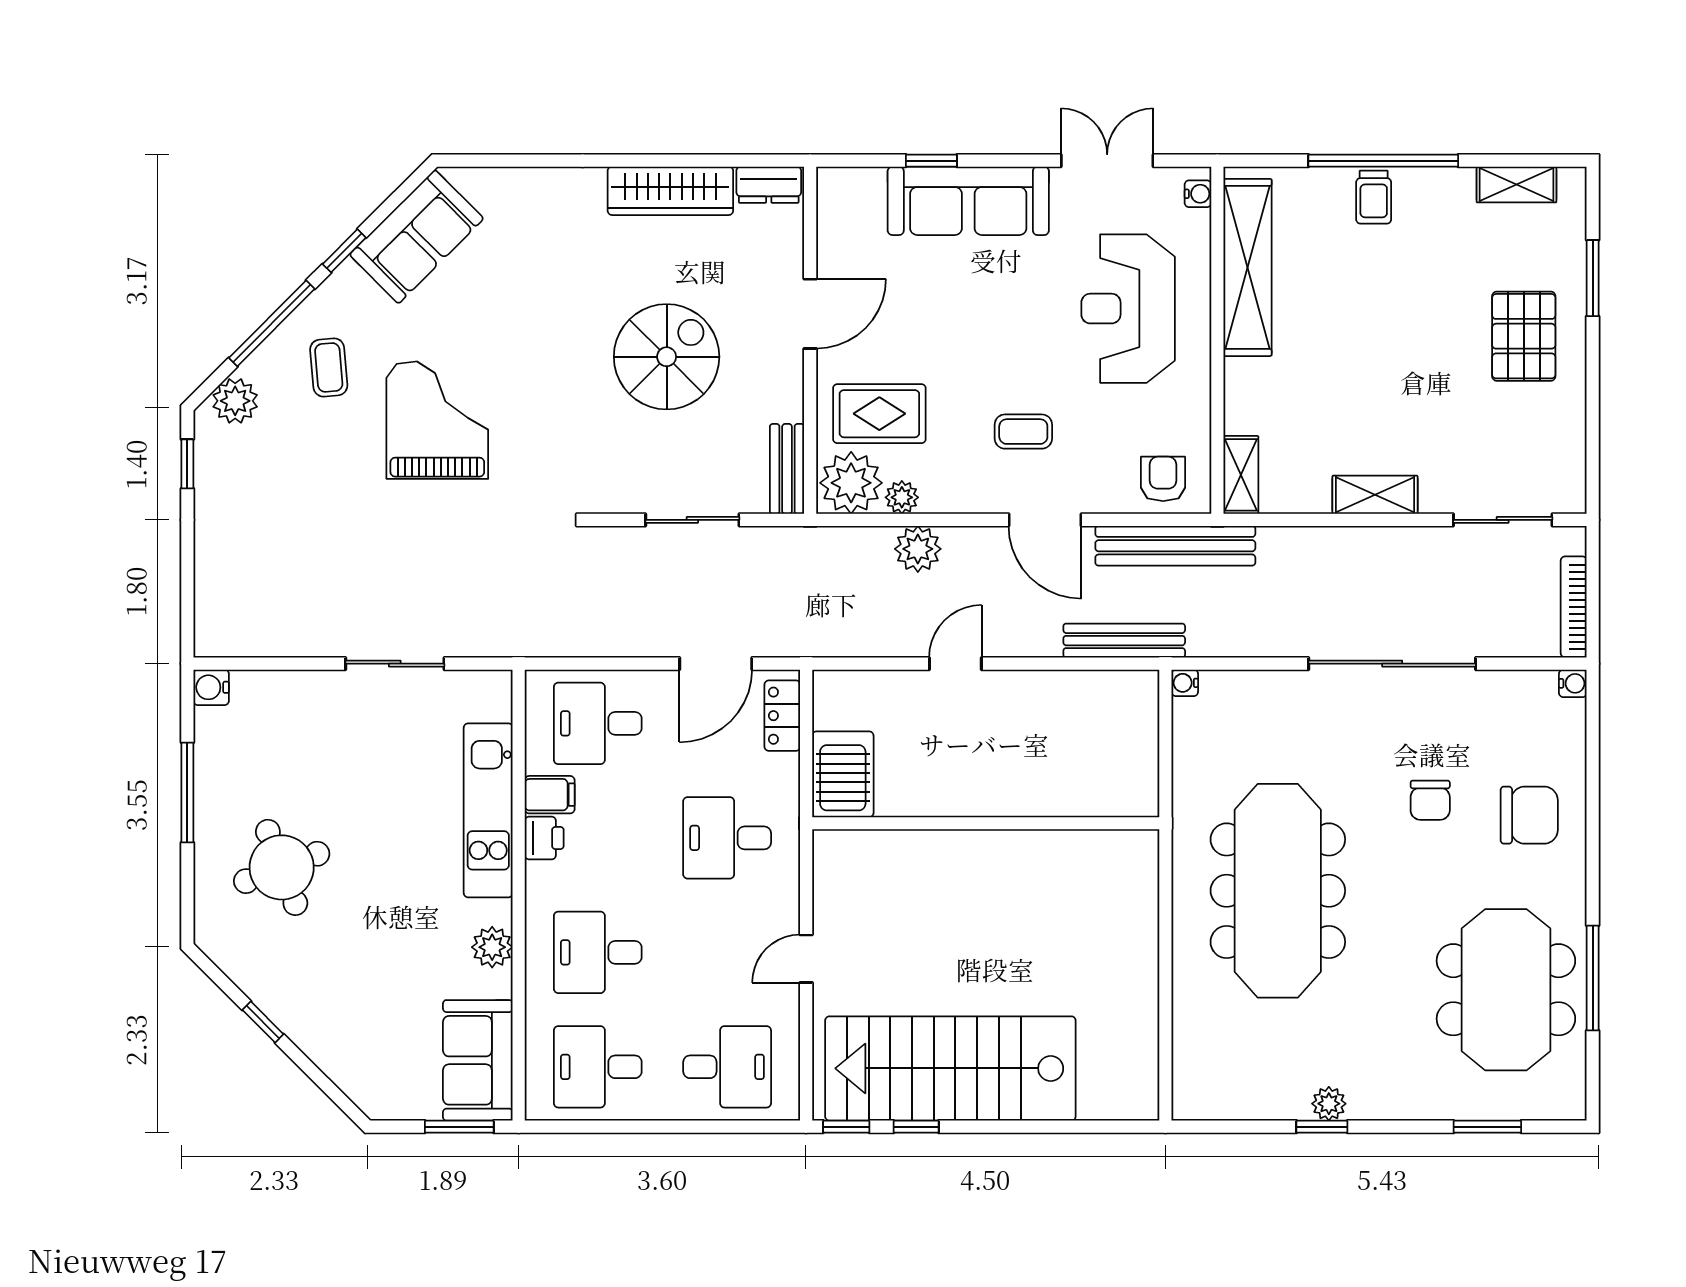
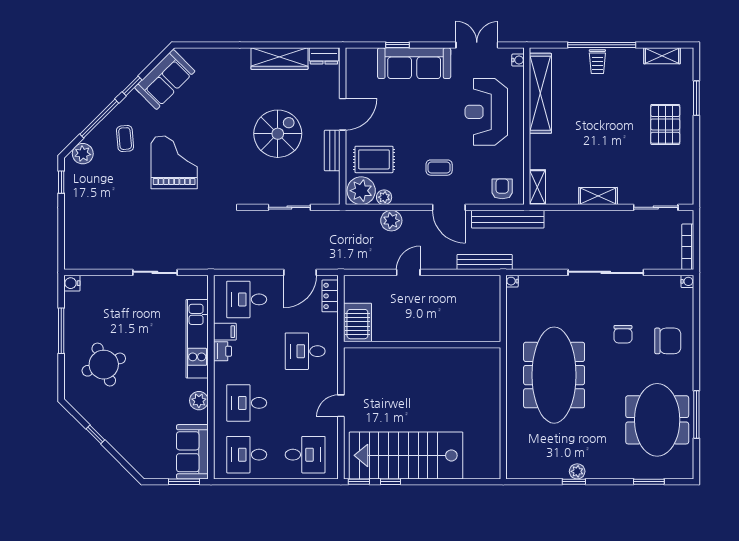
bench: (787, 469) -> (332, 150), moved

